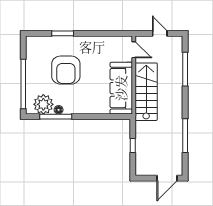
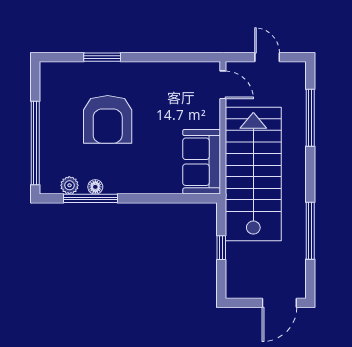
sofa: (121, 88) -> (202, 162), width x0.73
stairs: (146, 92) -> (253, 174), width x1.36, depth x1.51
plant: (43, 104) -> (69, 185), width x0.53, depth x0.53

